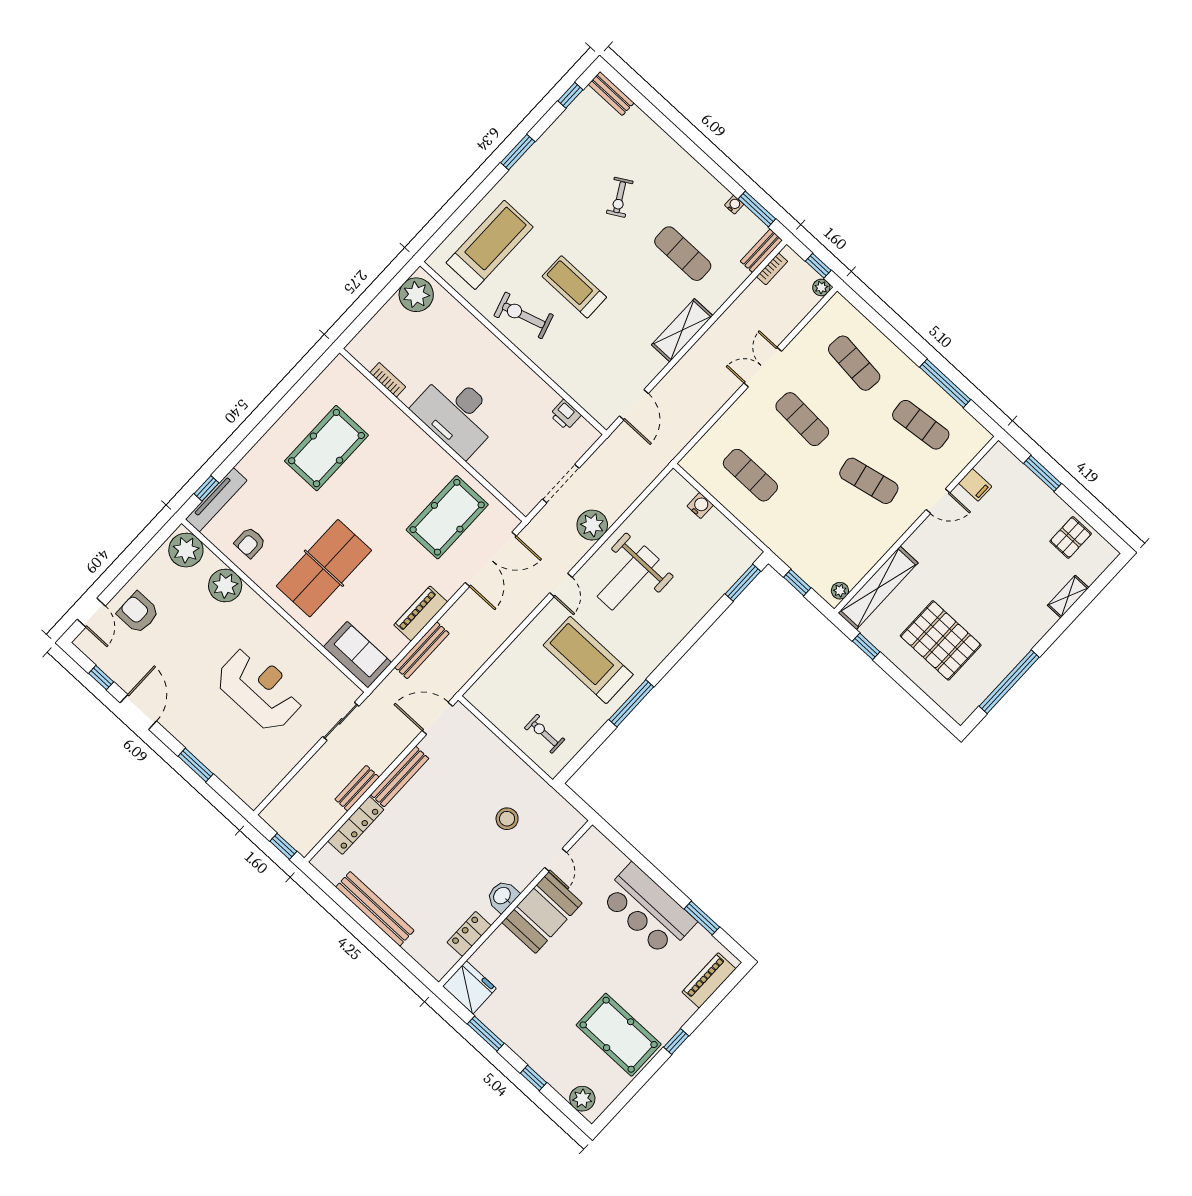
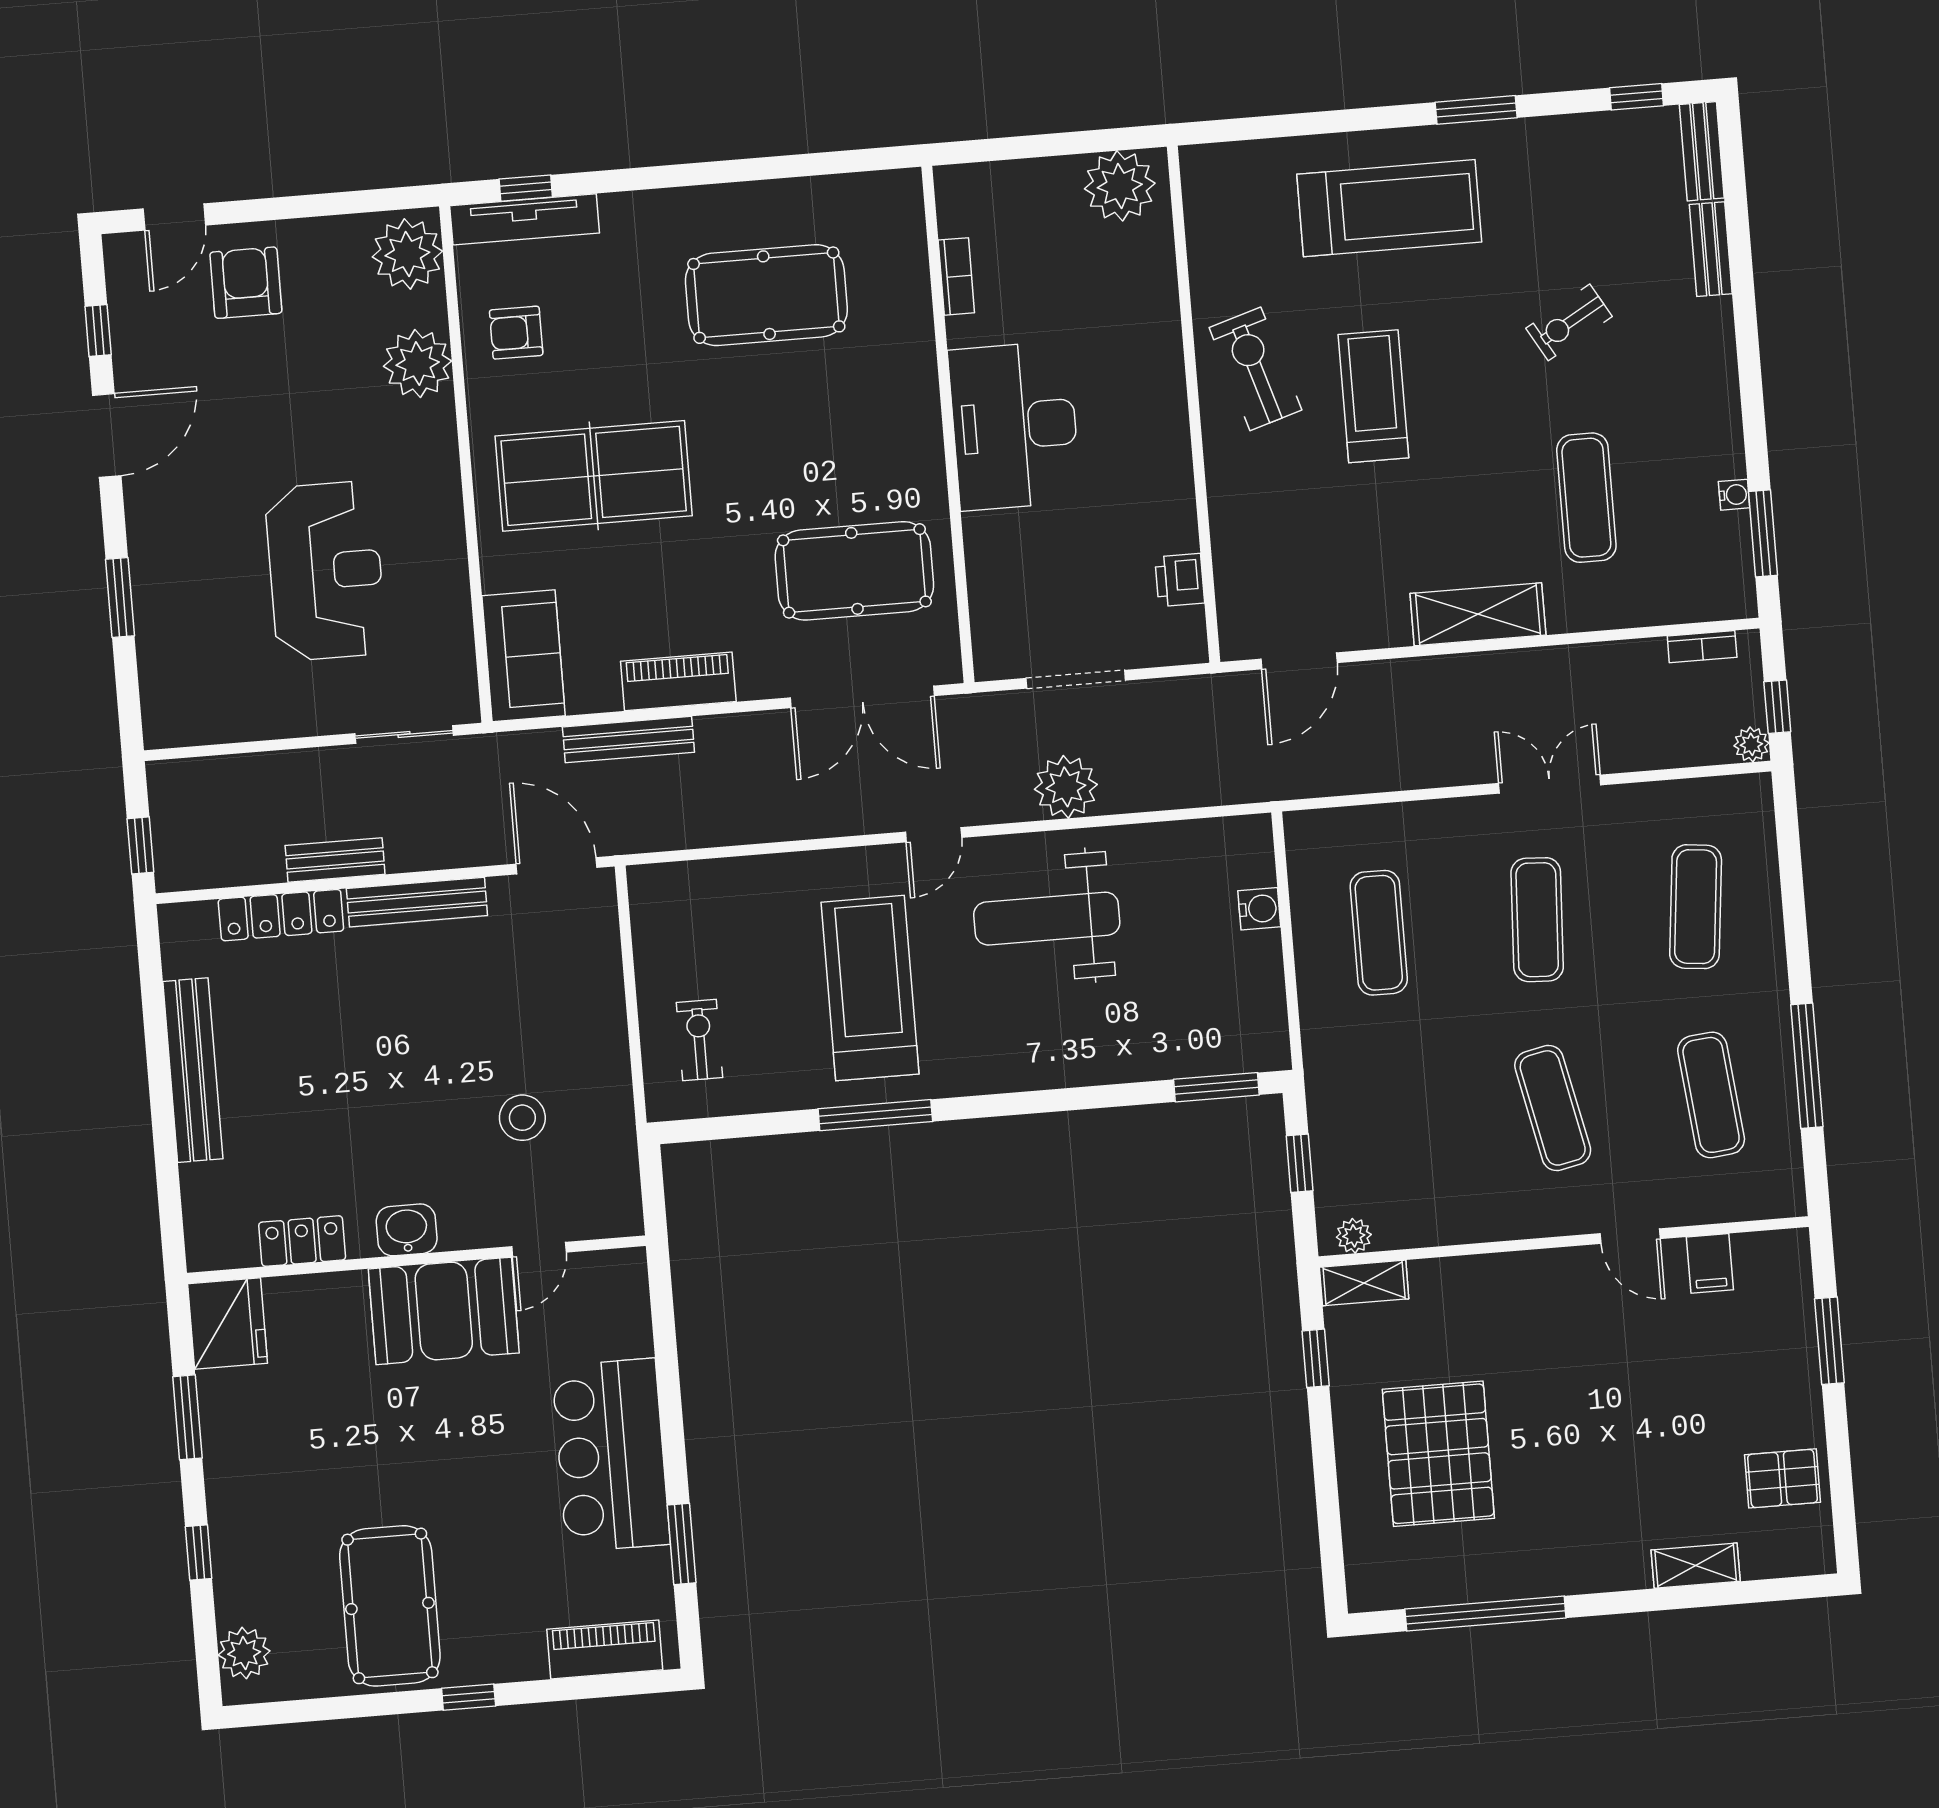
treadmill: (490, 245) -> (1389, 208), moved
bench: (761, 251) -> (1711, 249), moved, turned 90
shelving: (878, 588) -> (1364, 1283), width x0.45, depth x0.75

